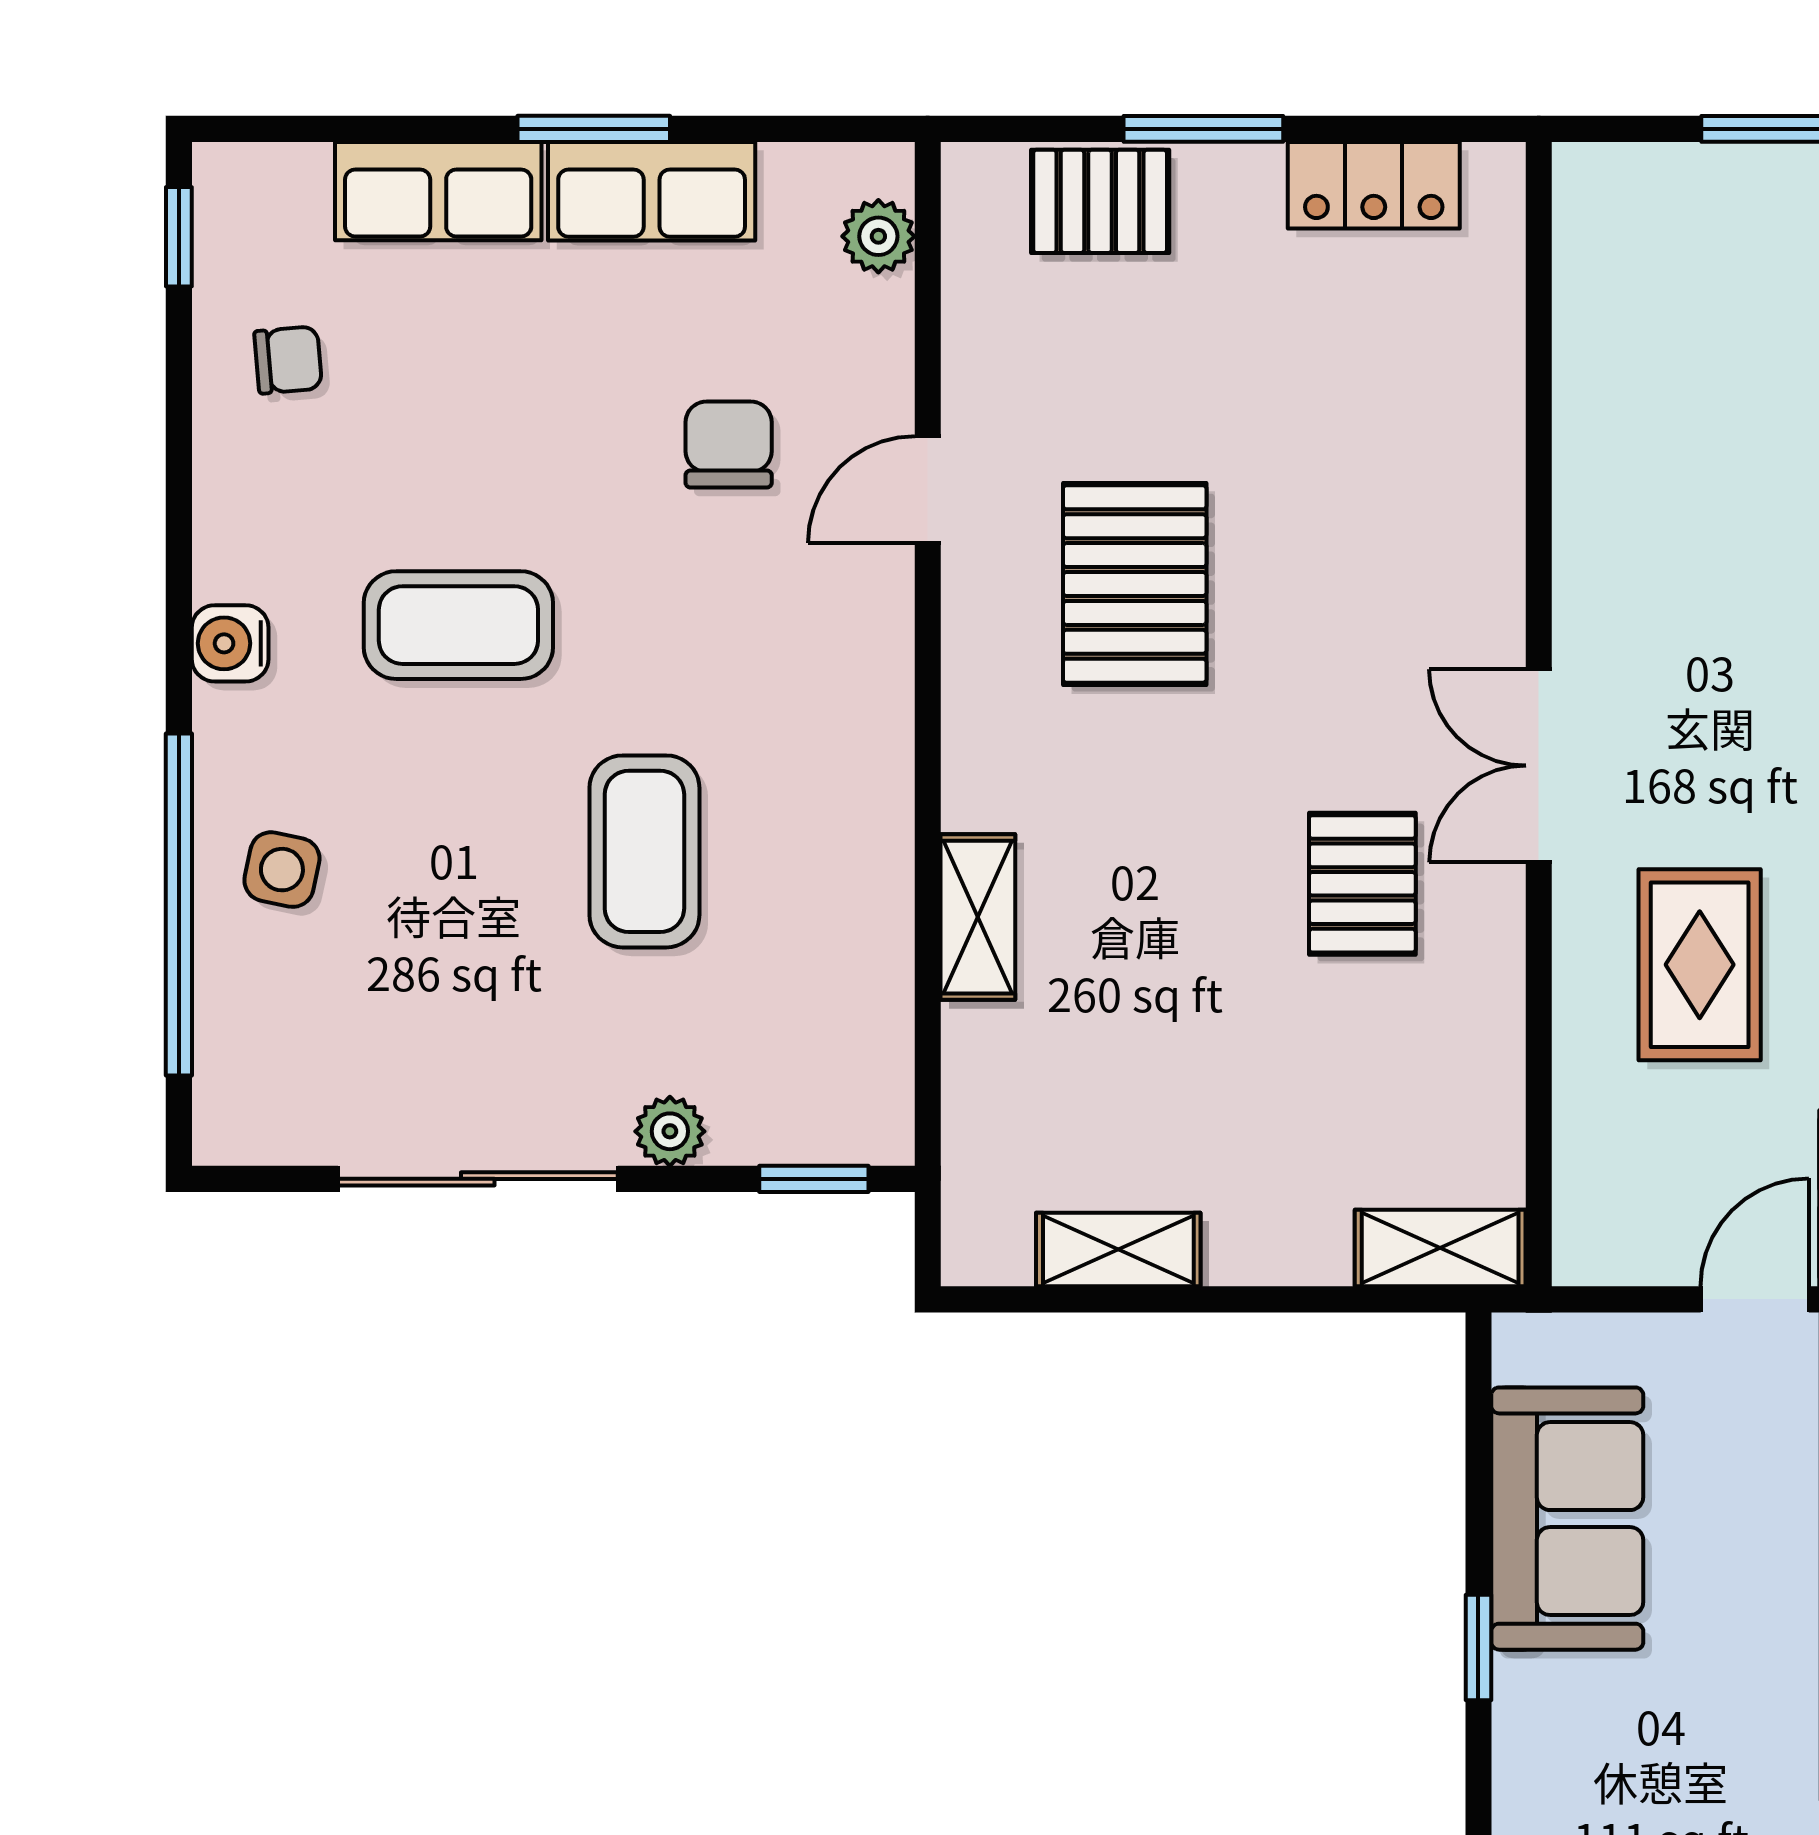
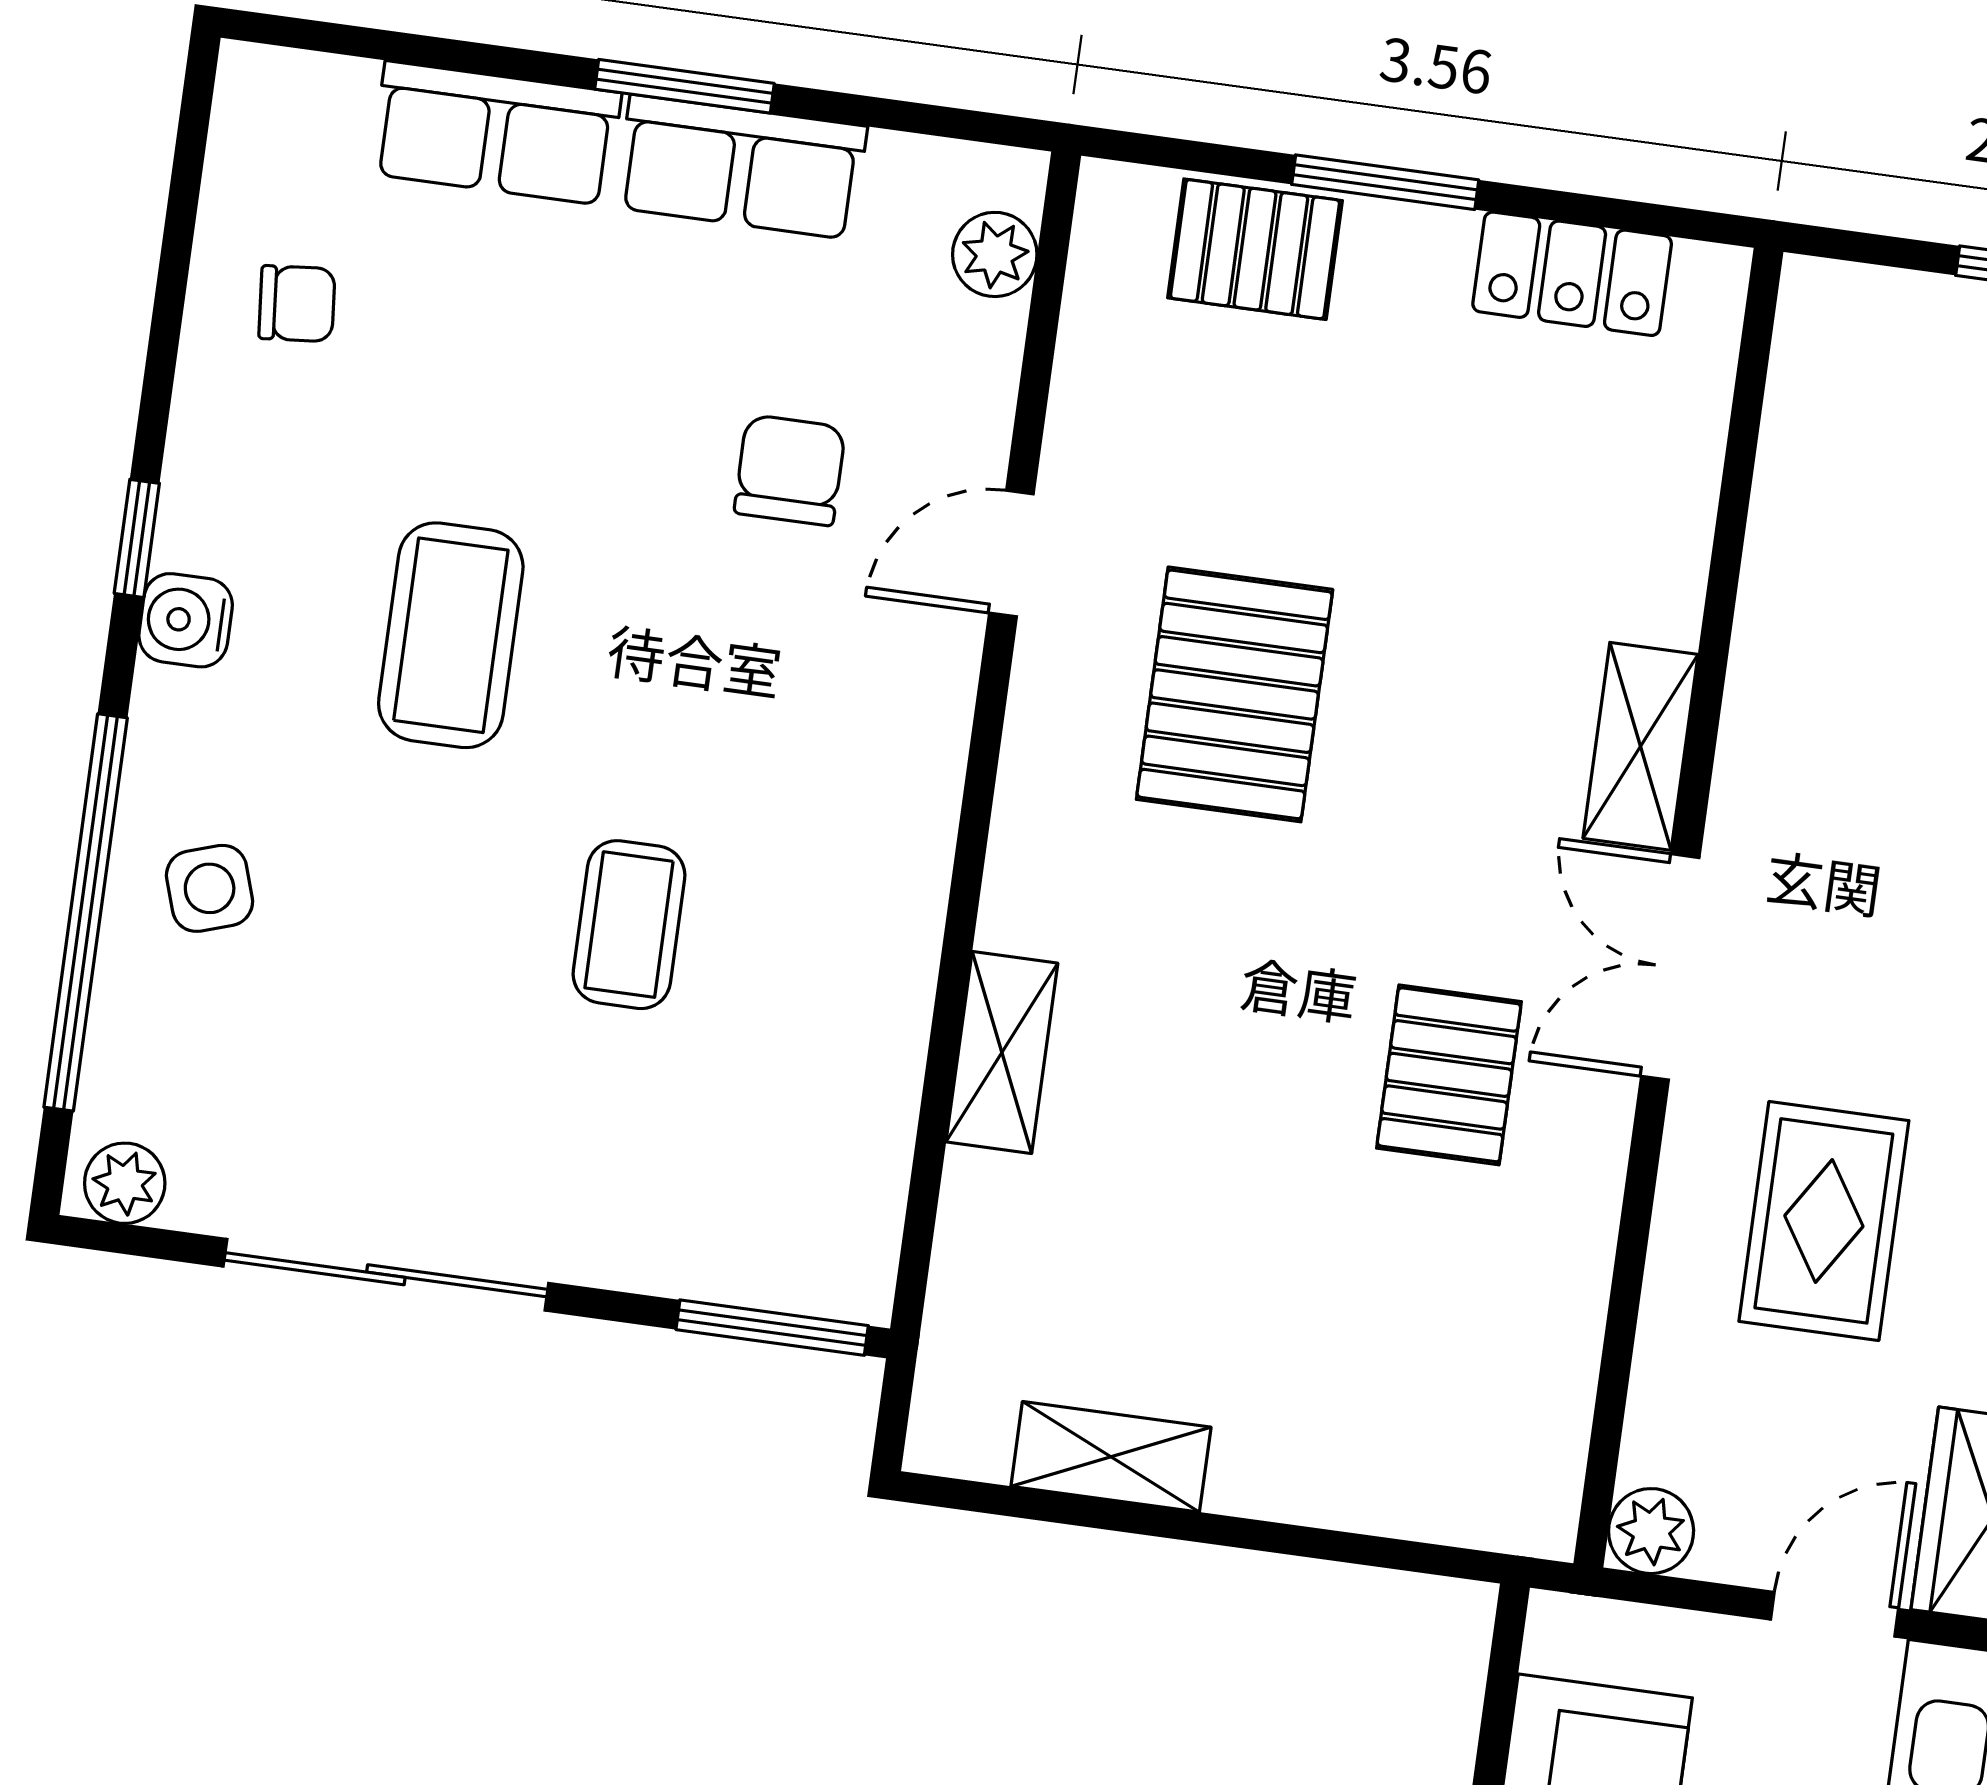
window: (179, 237) -> (137, 538), moved
coffee table: (458, 625) -> (451, 635), turned 90
coffee table: (644, 851) -> (629, 925), width x0.73, depth x0.77
side table: (282, 870) -> (210, 888), turned -30
plant: (670, 1131) -> (125, 1183), moved
window: (814, 1179) -> (772, 1328), width x1.50
shelving: (1440, 1248) -> (1640, 746), moved, turned 90
plant: (1588, 1250) -> (1651, 1531), added

